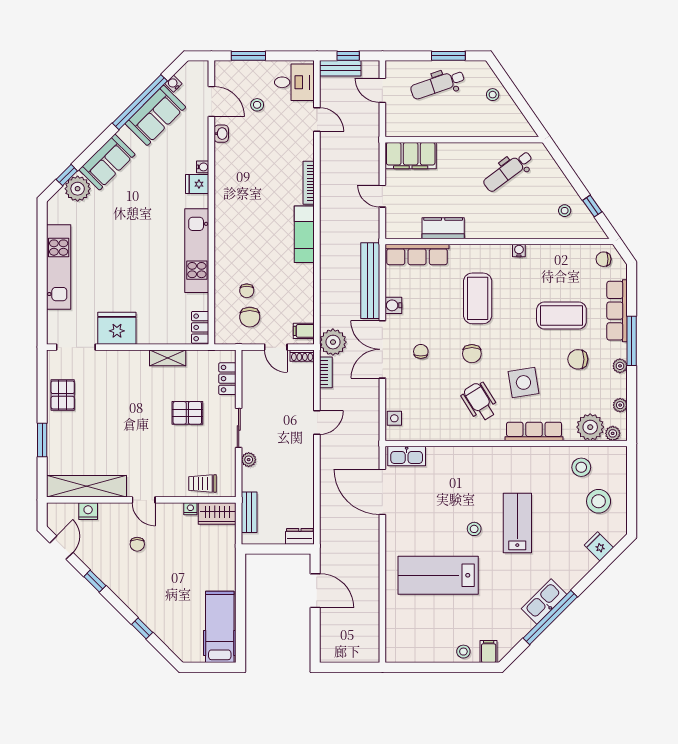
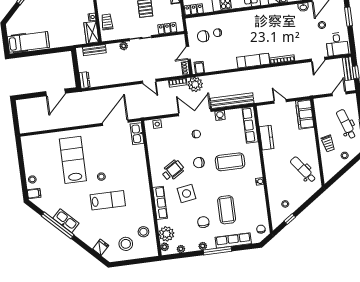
trolley: (468, 121) -> (328, 143), added
door: (382, 196) -> (280, 101), hinge flipped

